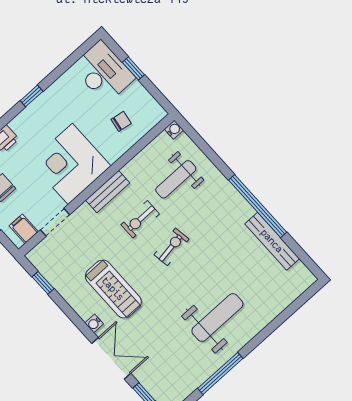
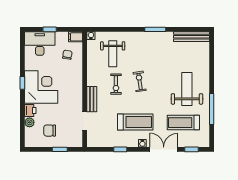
corner desk: (70, 164) -> (41, 87), moved, turned 180
bench: (108, 192) -> (92, 99), moved
window: (258, 206) -> (155, 29), width x0.47
filing cabinet: (24, 229) -> (76, 37), moved
bench: (272, 241) -> (191, 37), moved
window: (43, 283) -> (120, 149), moved
treadmill: (169, 352) -> (183, 123), added

